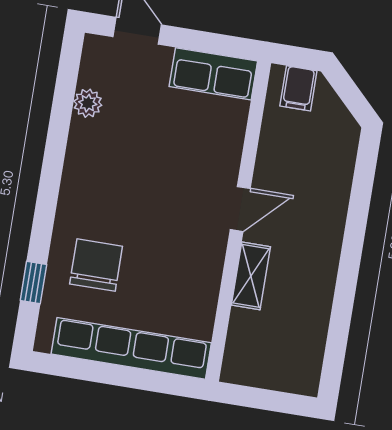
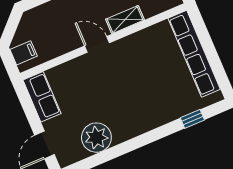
plant: (88, 103) -> (96, 138), width x1.87, depth x1.87
chair: (96, 265) -> (166, 95), removed

